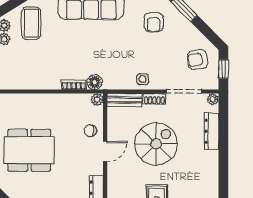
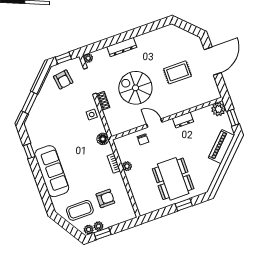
armchair: (154, 22) -> (105, 198), moved
floor lamp: (95, 82) -> (103, 139), moved
plant: (97, 100) -> (127, 166), moved
bench: (124, 100) -> (112, 122), removed
dresser: (212, 131) -> (122, 47), moved

